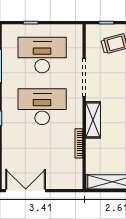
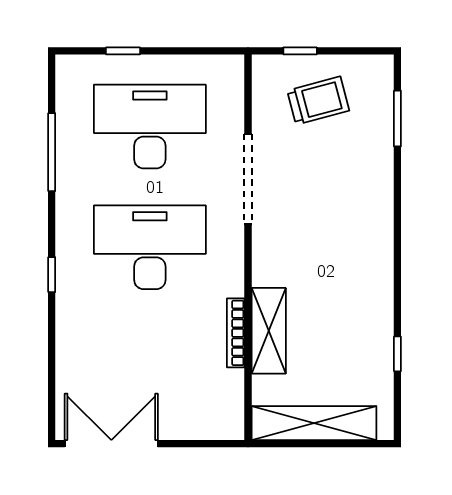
shelving: (93, 120) -> (269, 331), moved

